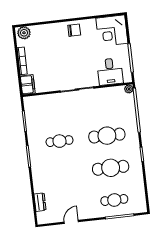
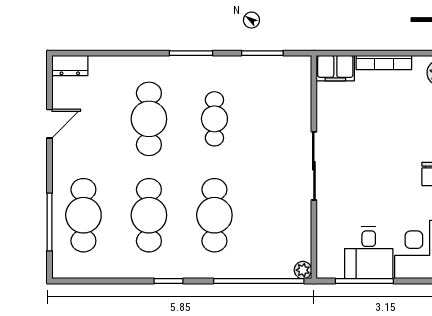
desk: (110, 72) -> (369, 253), moved, turned -90
cafe table: (63, 173) -> (149, 119), added
cafe table: (114, 200) -> (83, 215), width x1.37, depth x1.35
dresser: (40, 202) -> (70, 65), moved
door: (71, 222) -> (49, 124), hinge flipped

